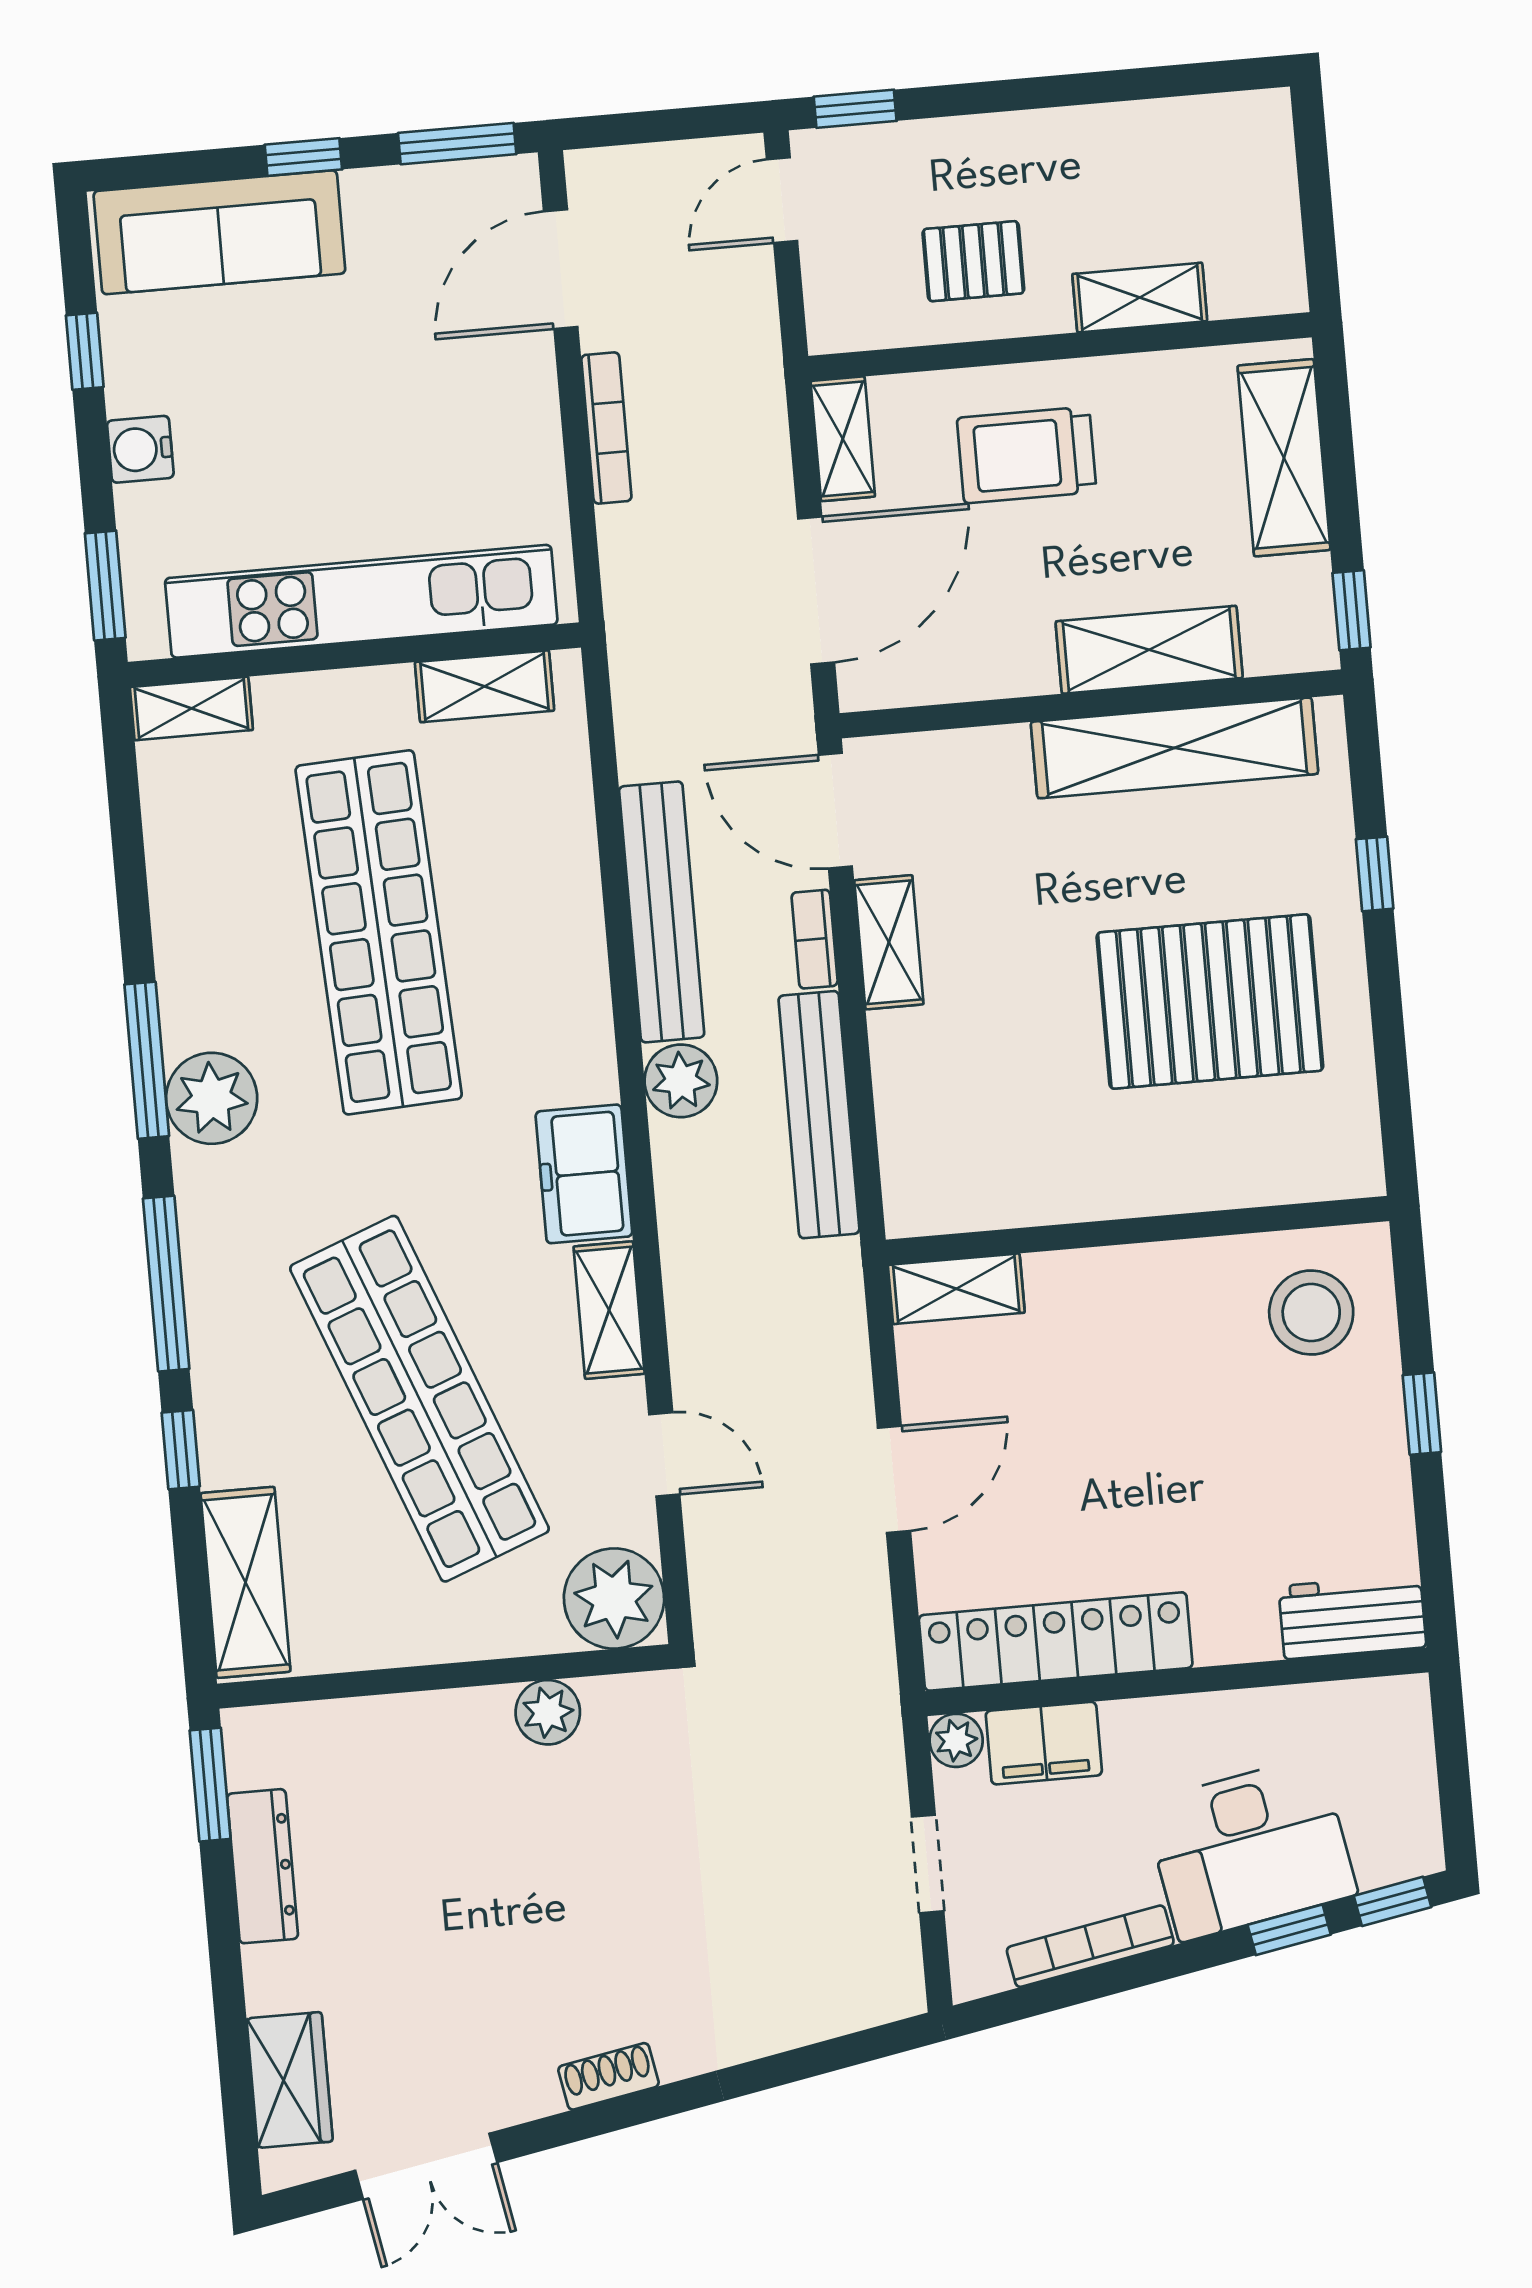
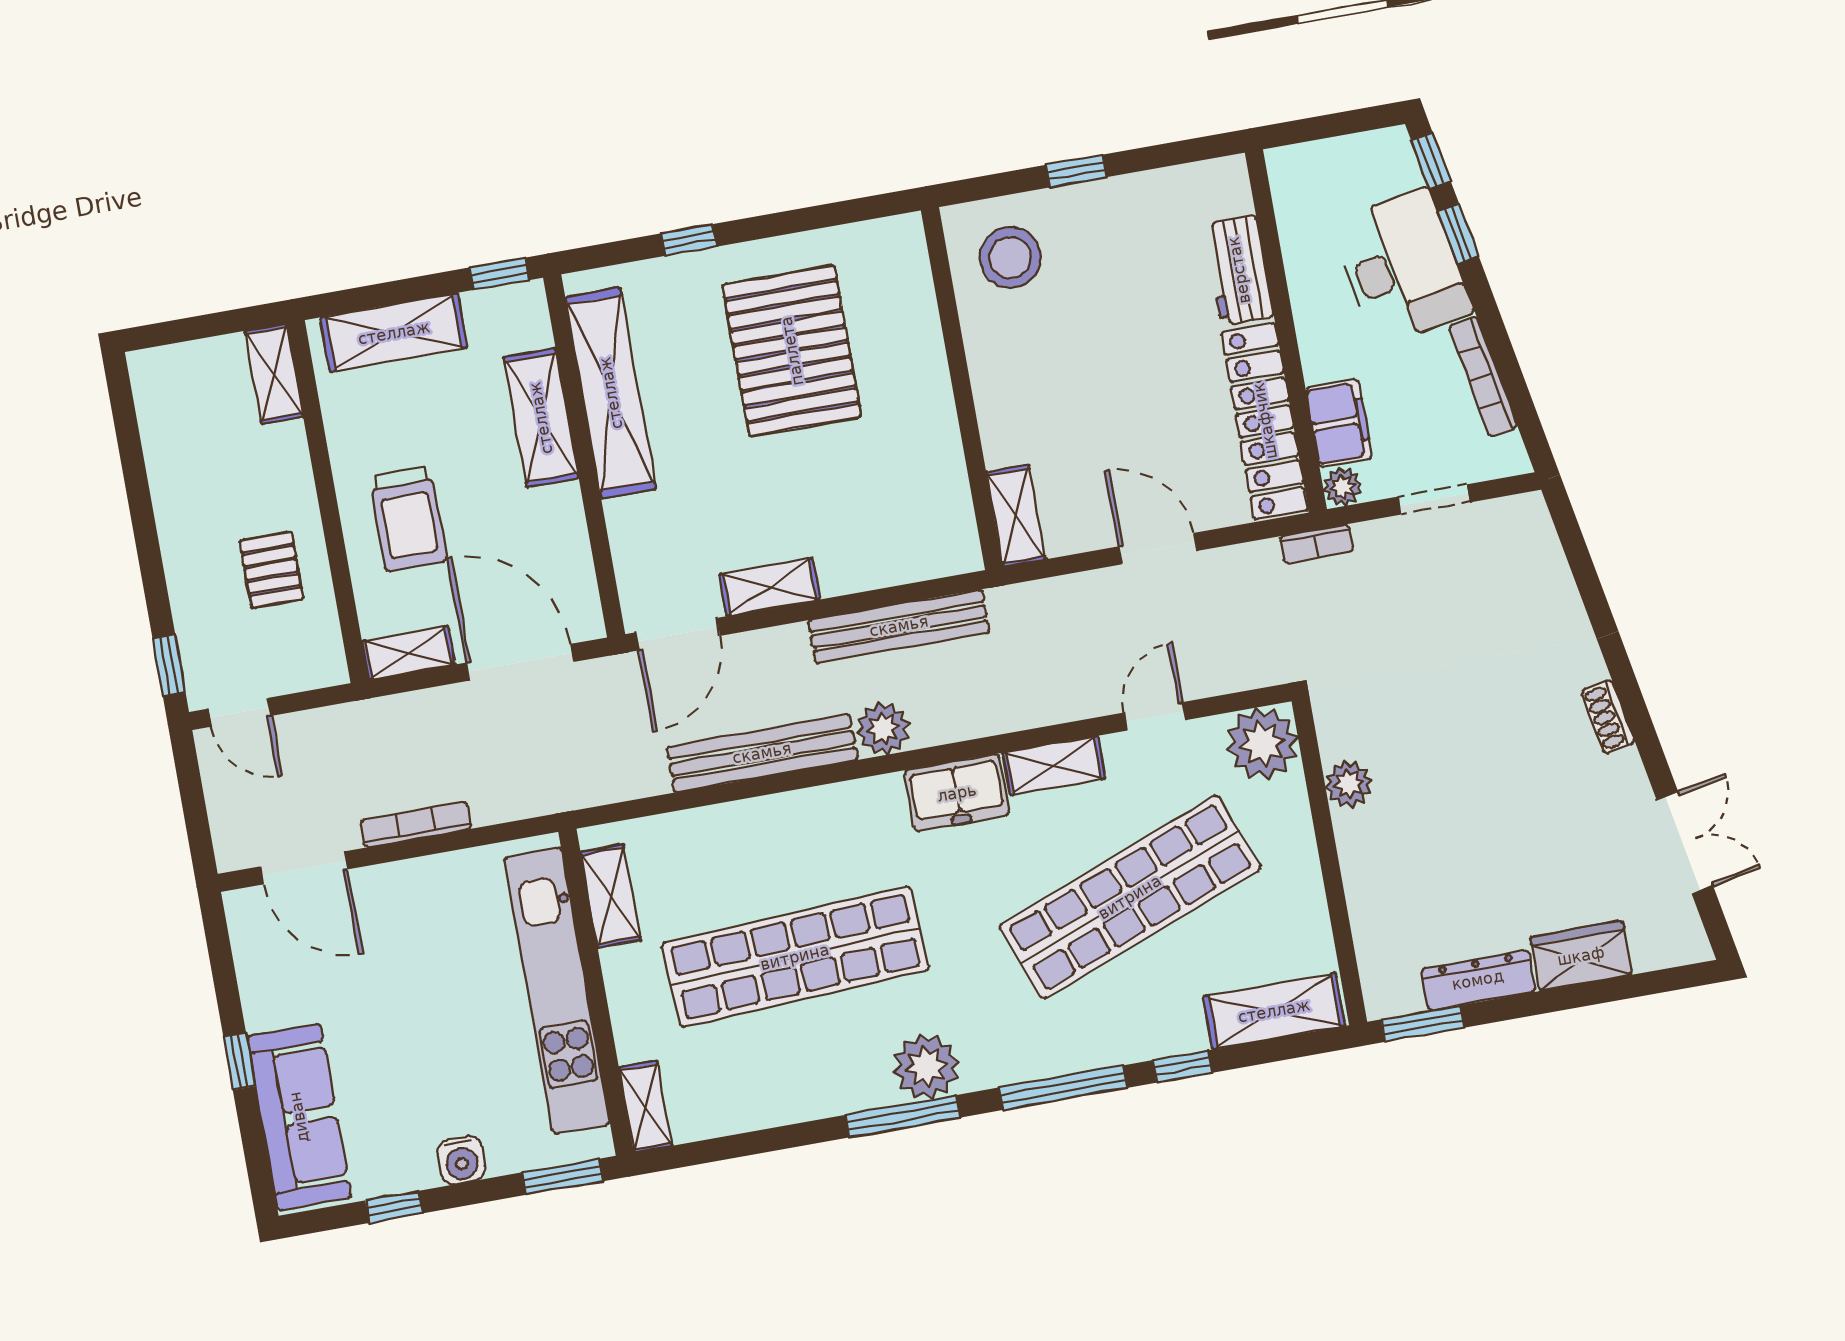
window: (457, 144) -> (220, 951), removed
shelving: (1140, 298) -> (274, 374), moved
bookcase: (815, 939) -> (1316, 544), moved
workbench: (1352, 1617) -> (1239, 270), moved
wardrobe: (290, 2080) -> (1581, 956), moved

